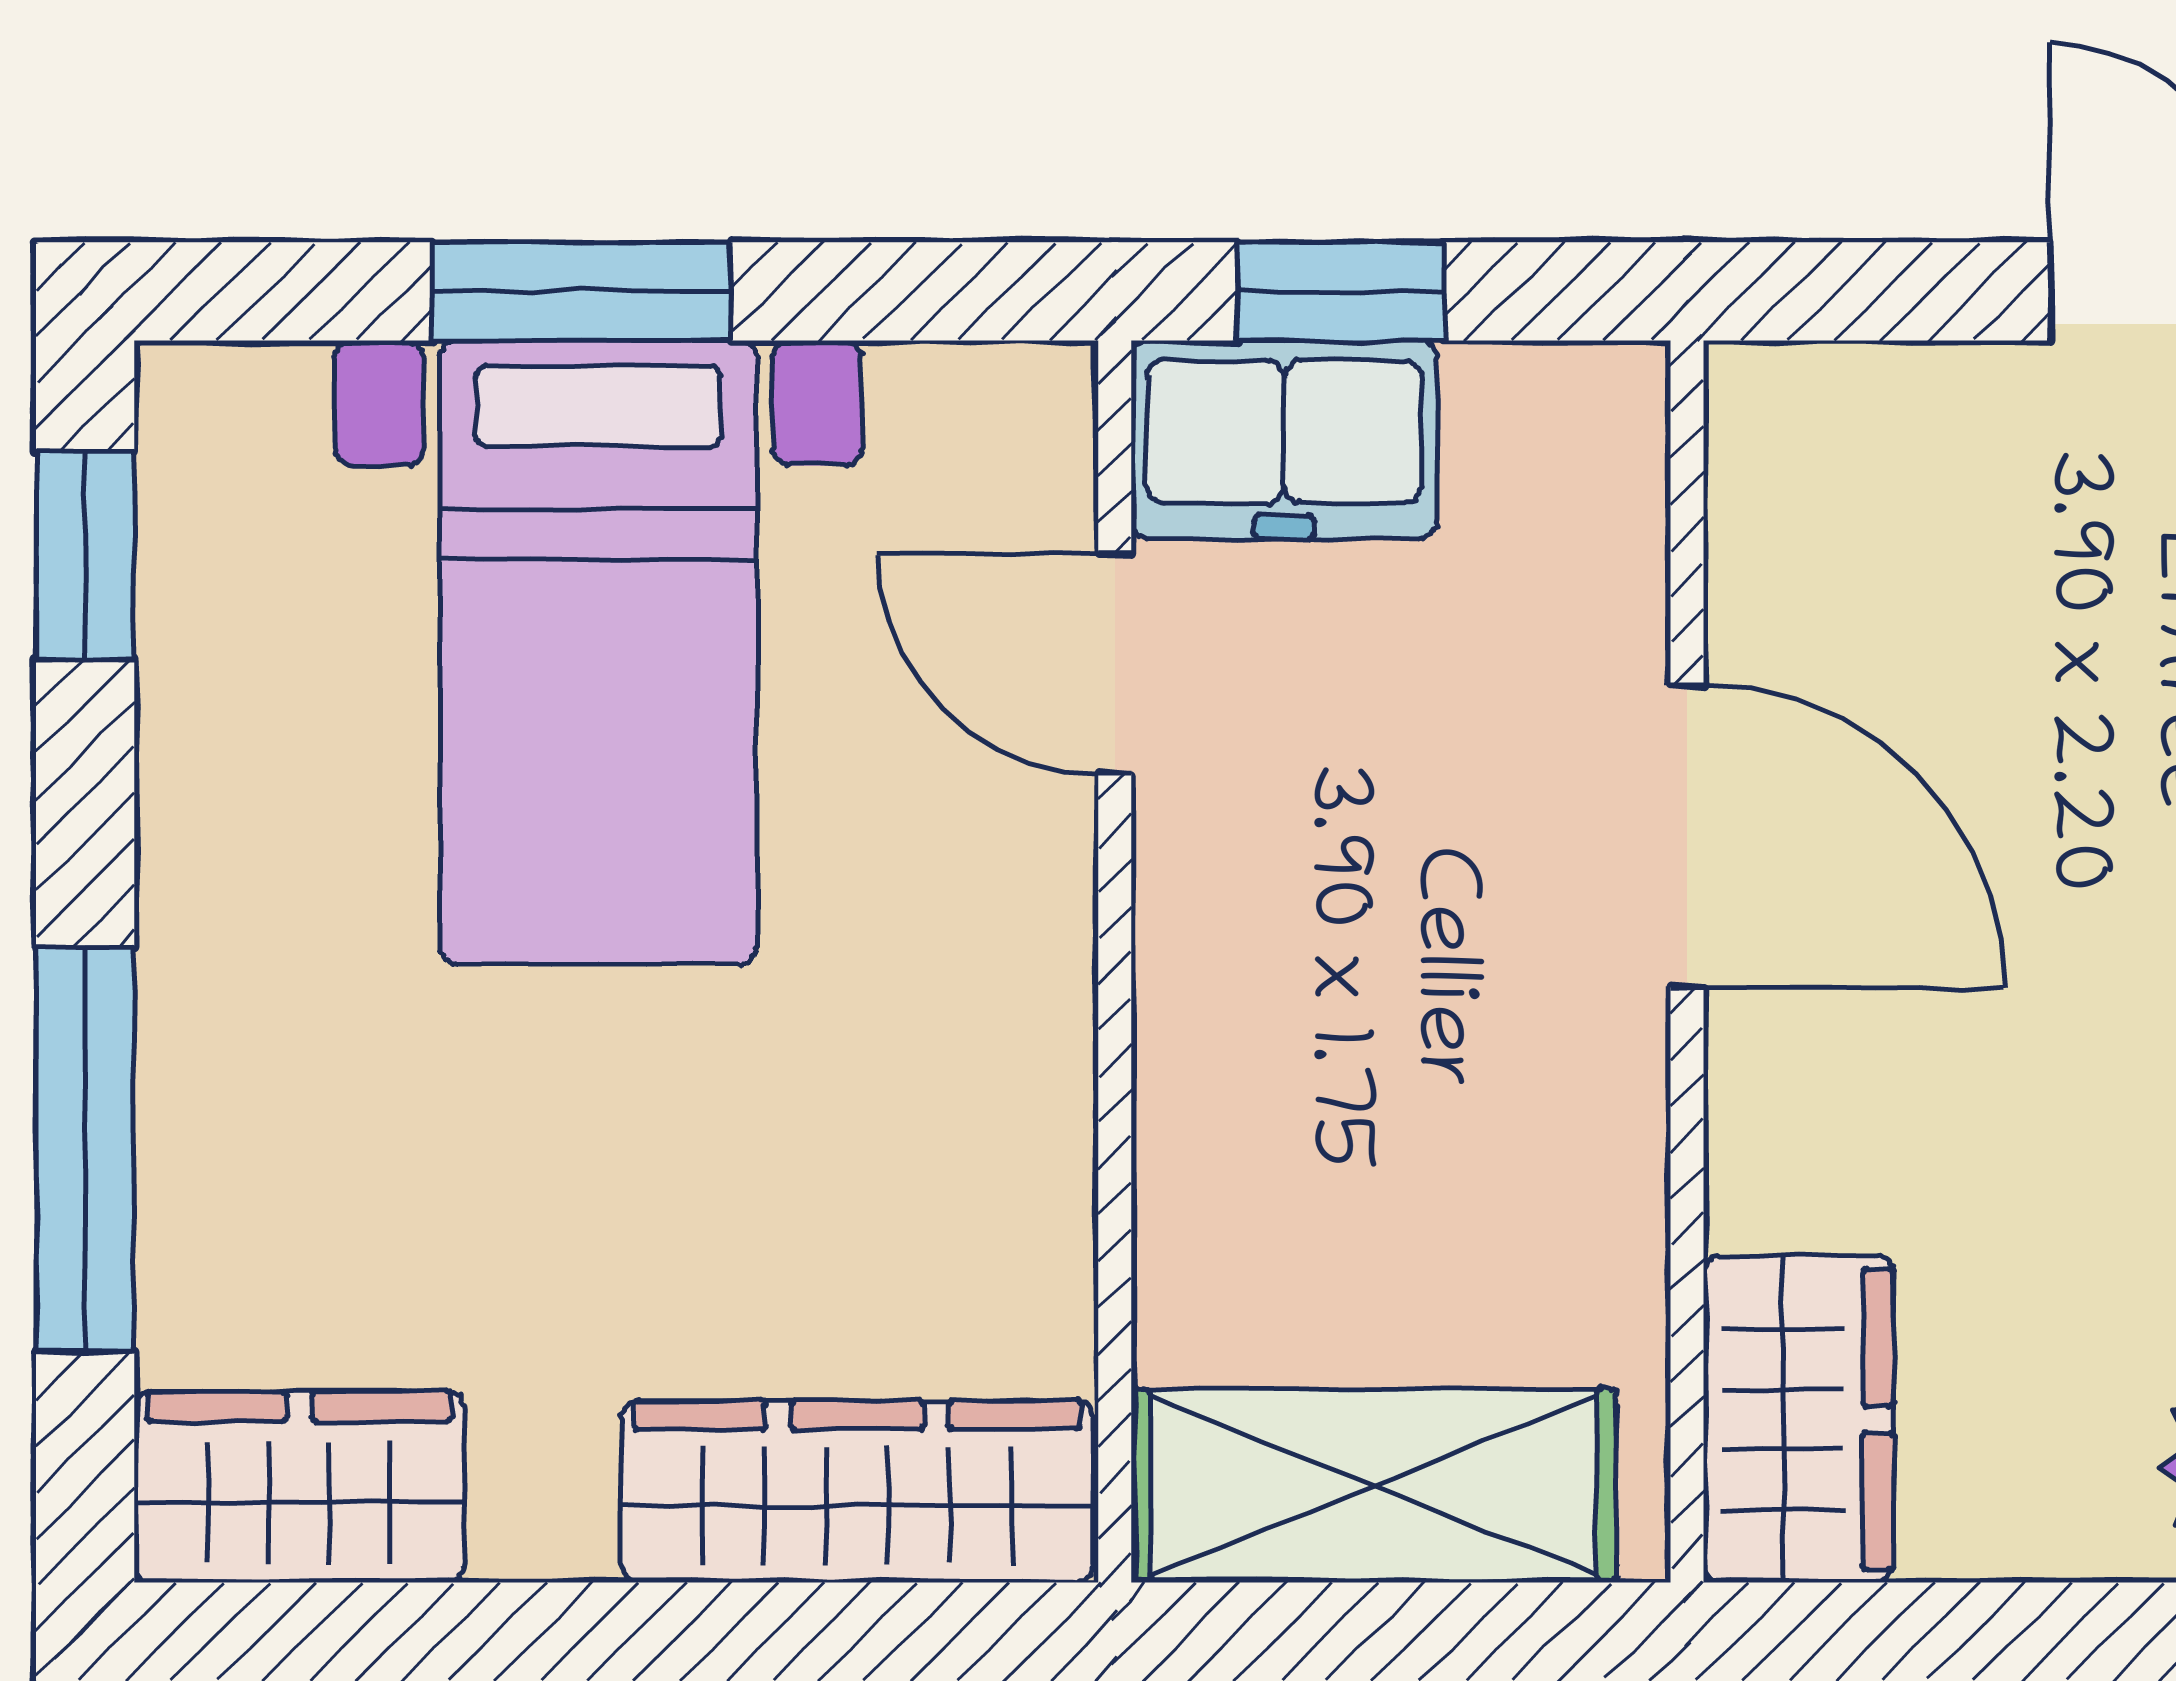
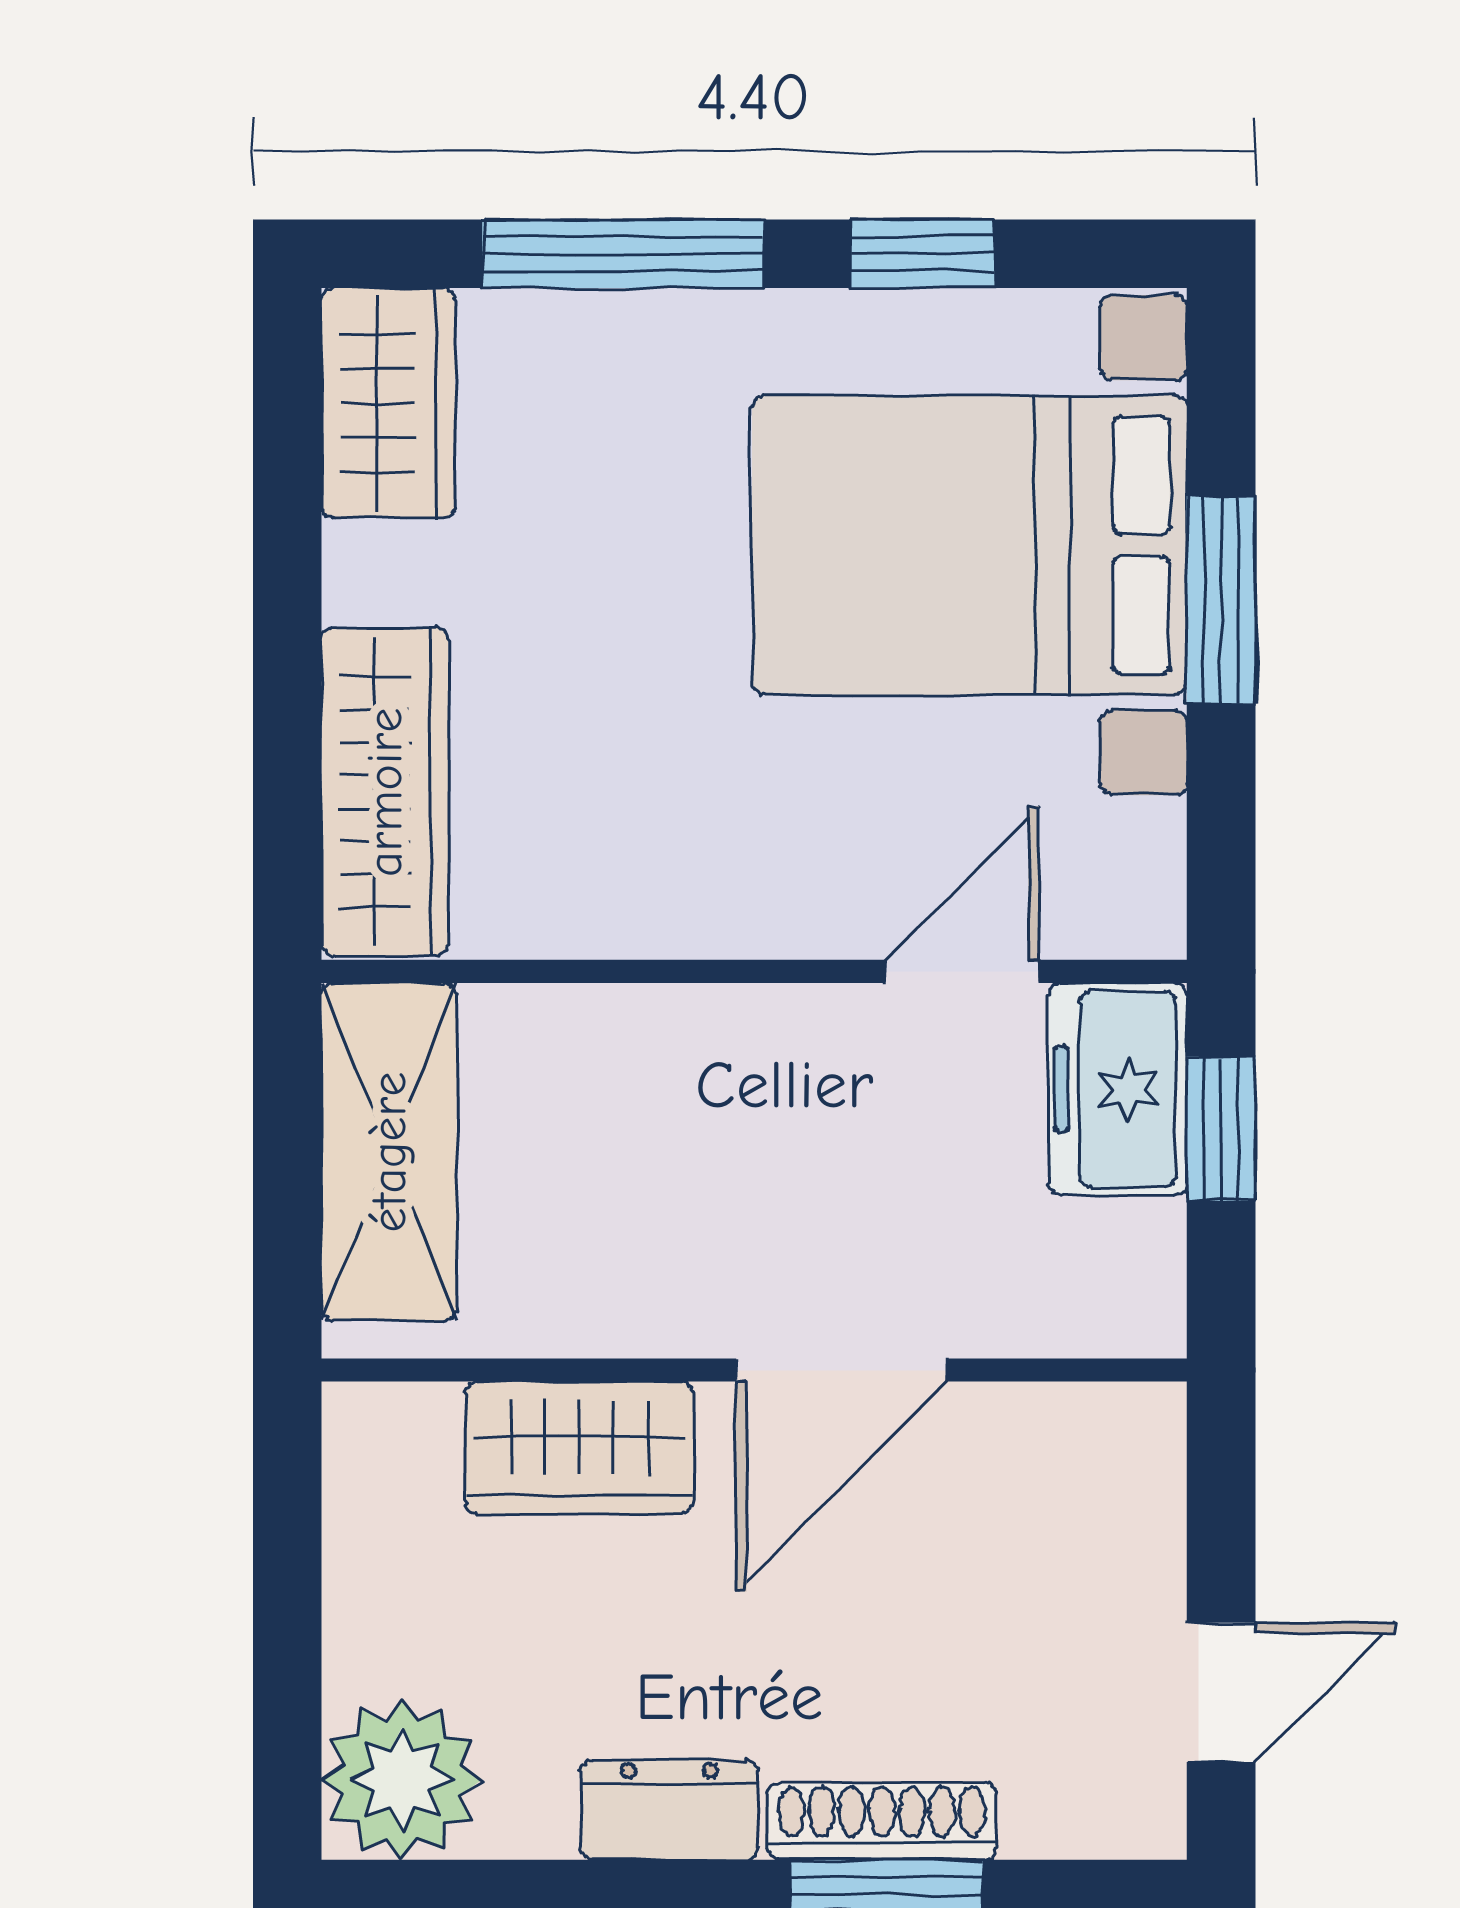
window: (85, 556) -> (923, 254), moved
bed with nightstands: (598, 652) -> (970, 545), width x1.36
wardrobe: (1798, 1419) -> (579, 1448), moved

